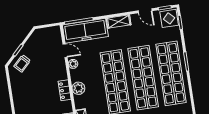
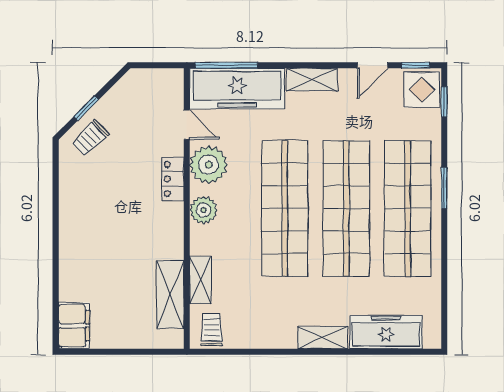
door: (145, 11) -> (373, 65), hinge flipped
plant: (73, 64) -> (209, 165), width x1.87, depth x1.87
locker: (65, 90) -> (173, 179), moved

